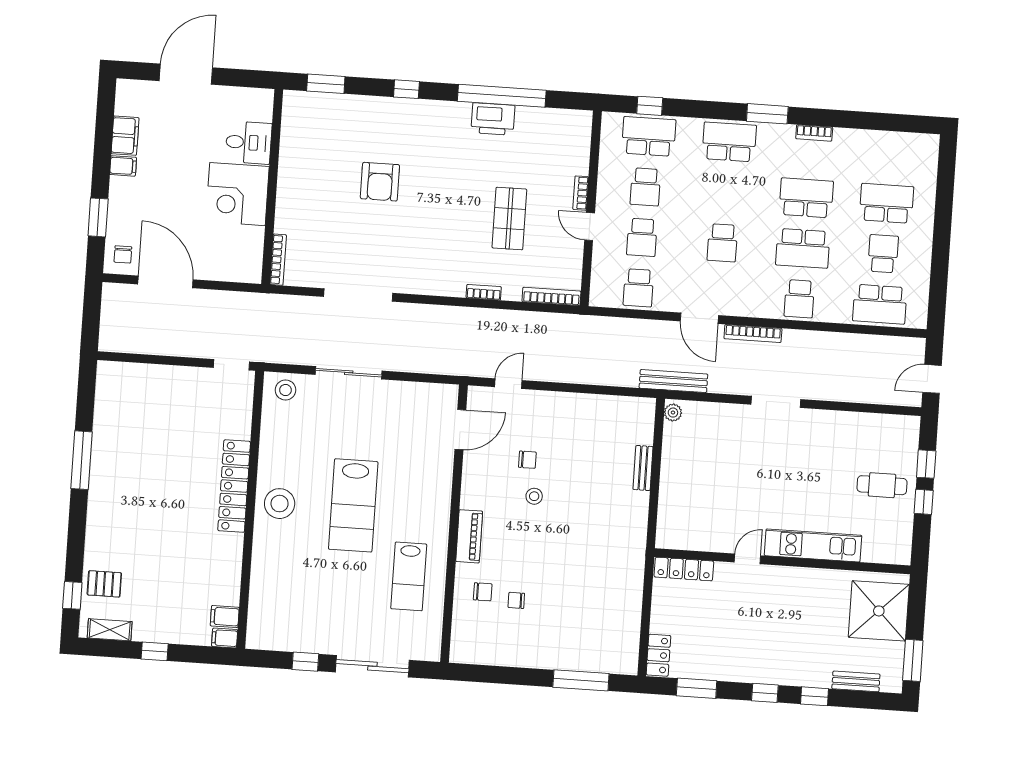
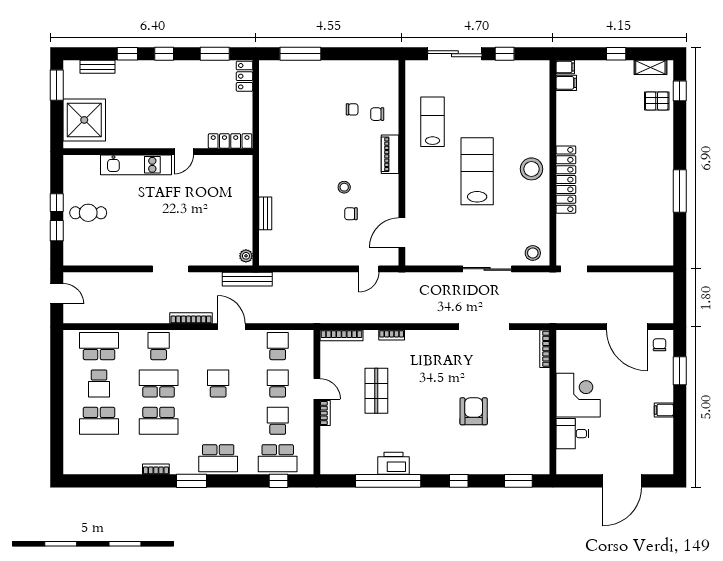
filing cabinet: (125, 136) -> (664, 432), removed
door: (932, 379) -> (57, 294), hinge flipped

